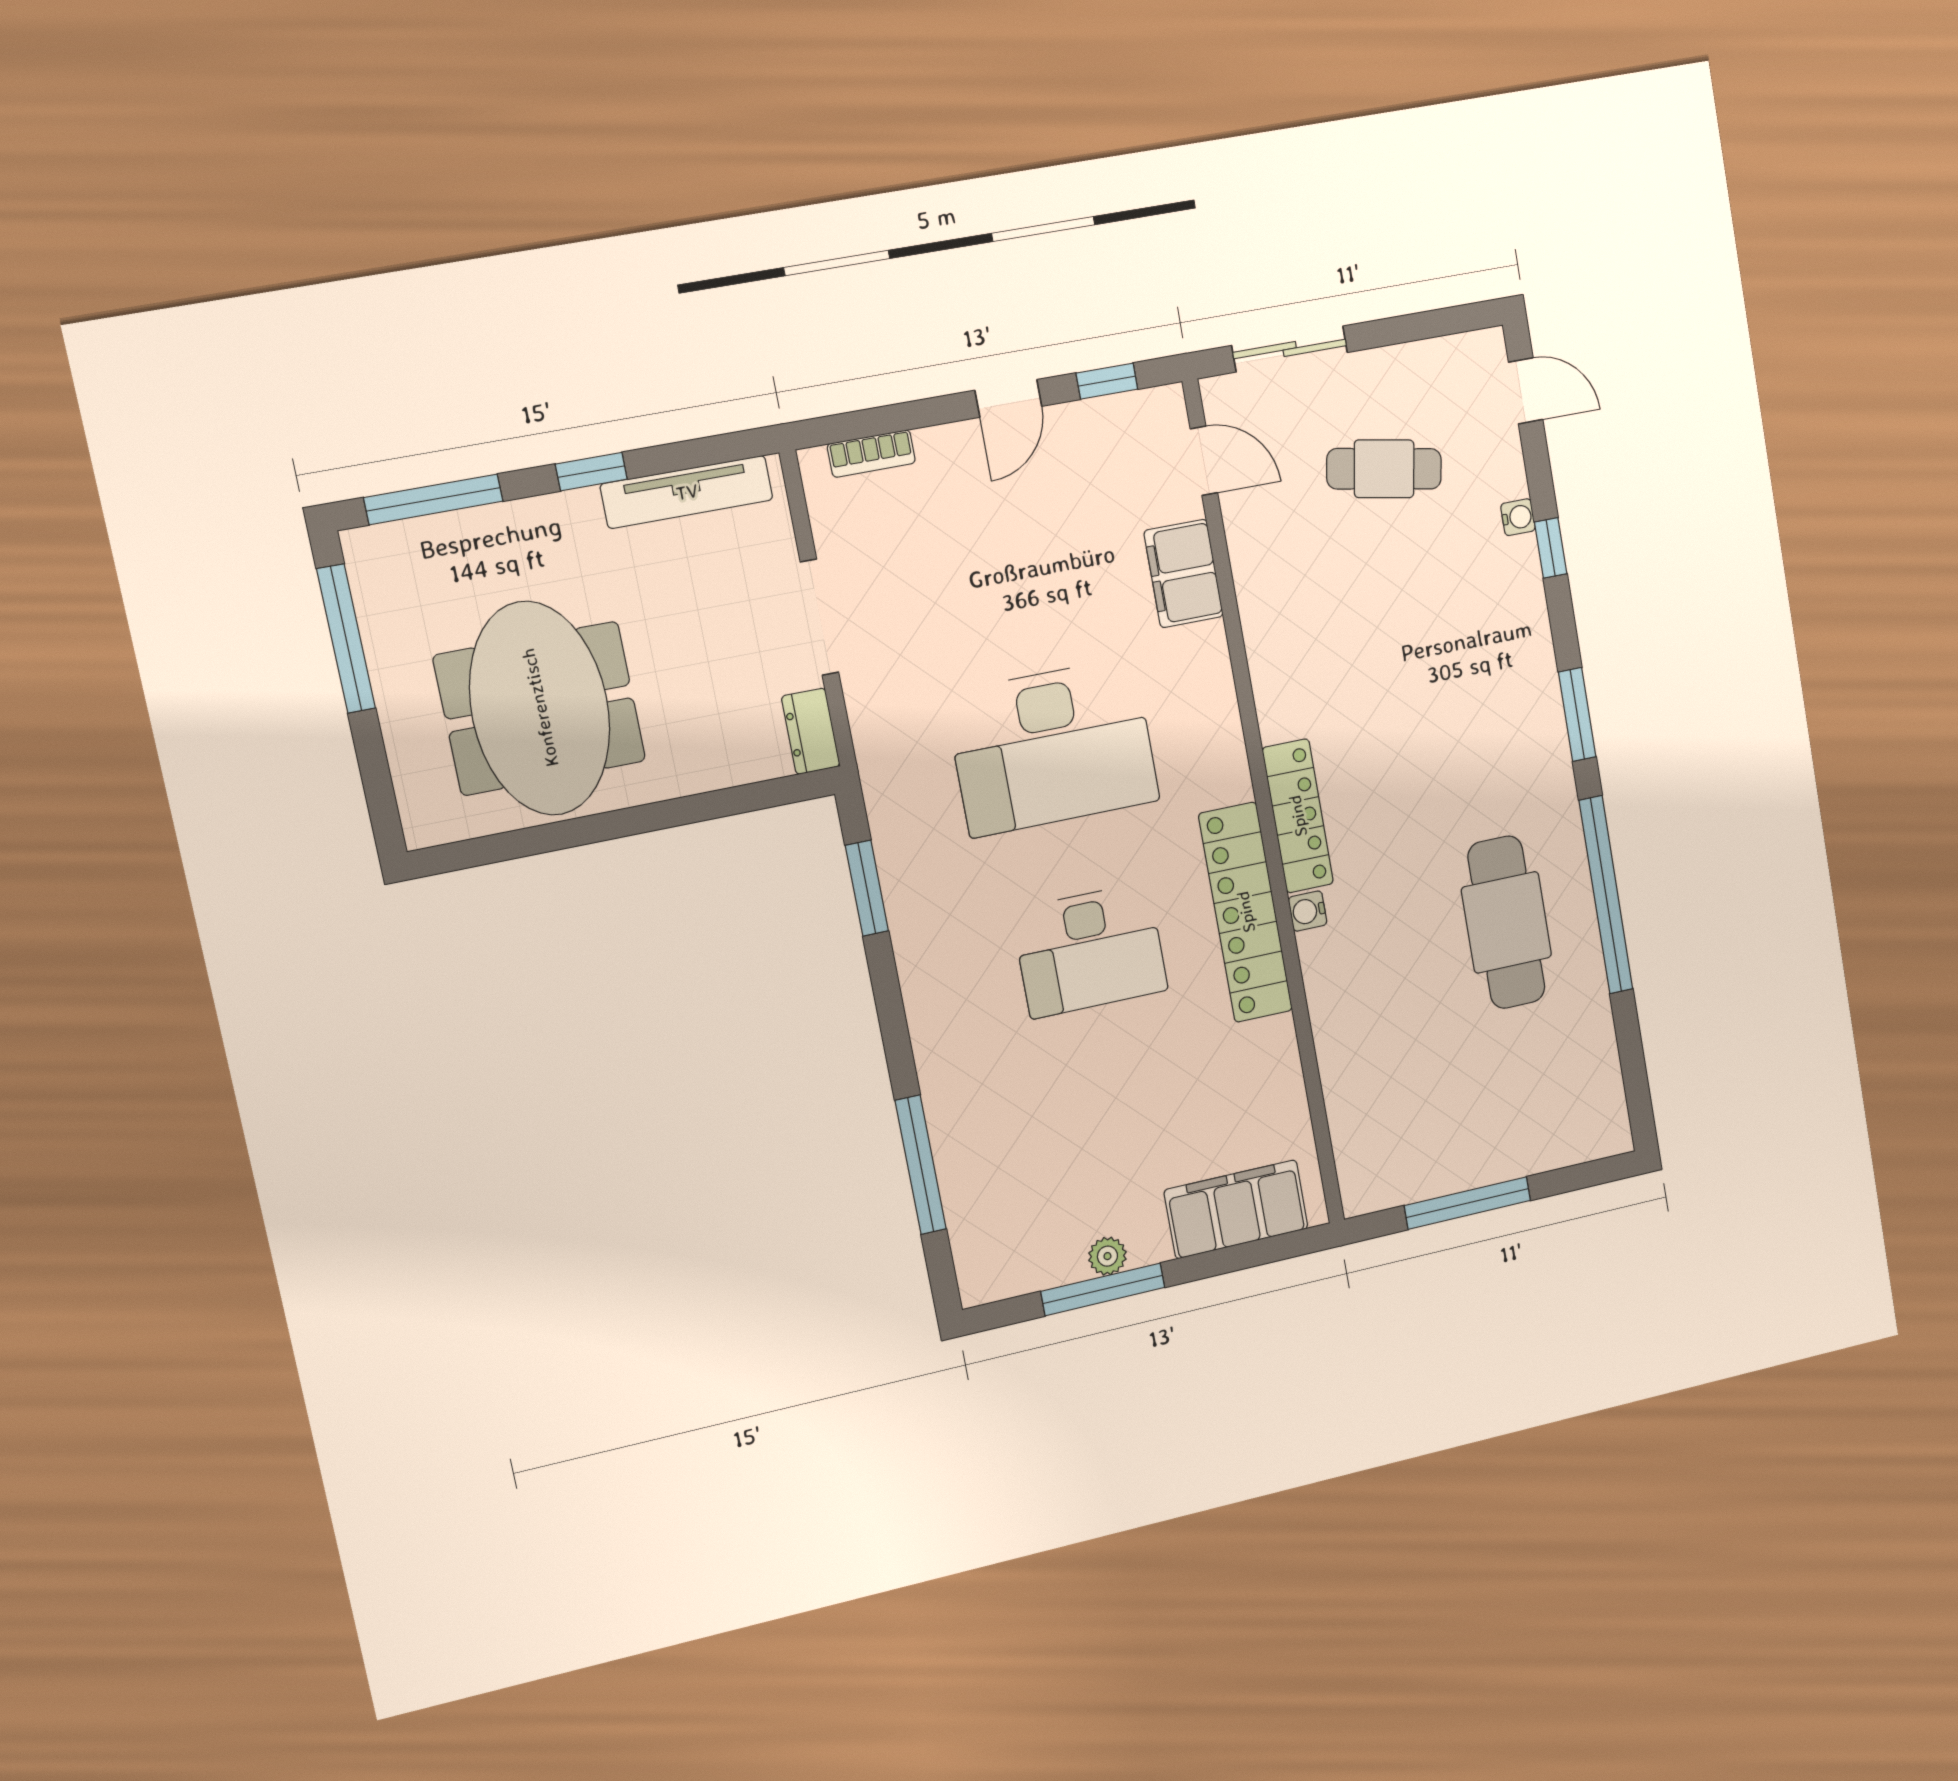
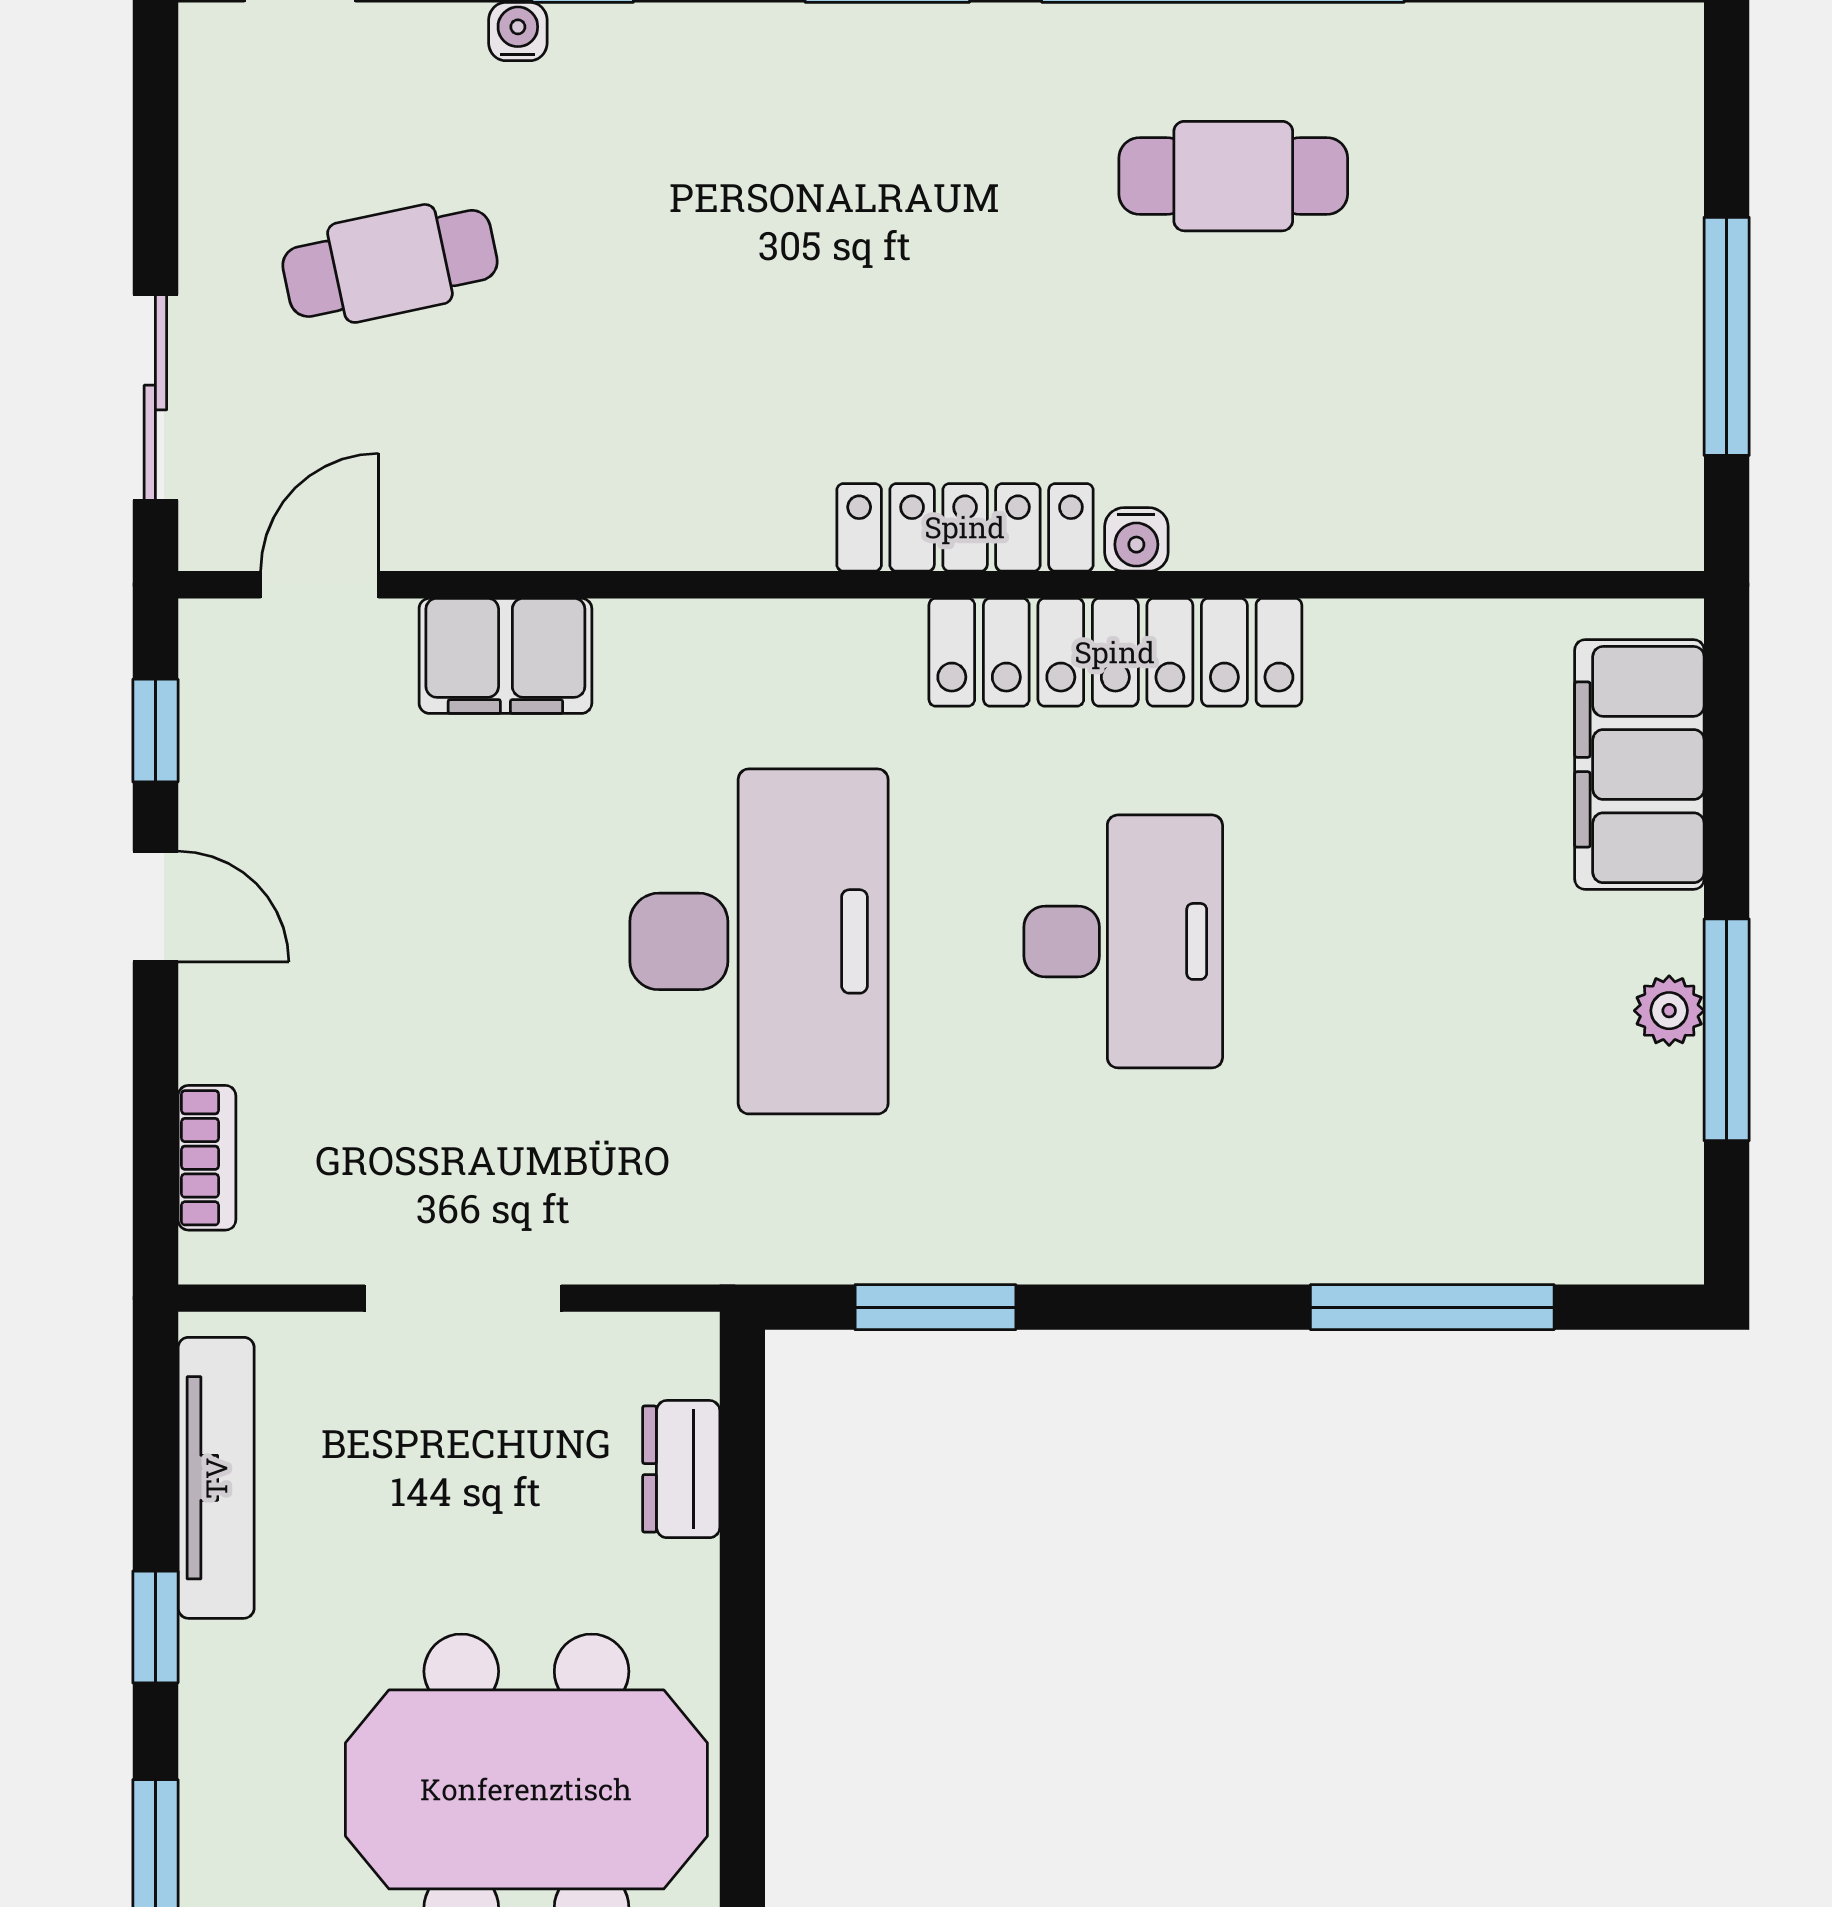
cafe table: (1384, 469) -> (390, 263), turned 68
dresser: (811, 731) -> (681, 1469), moved, turned 90
cafe table: (1506, 922) -> (1233, 176), width x0.73, depth x0.74

